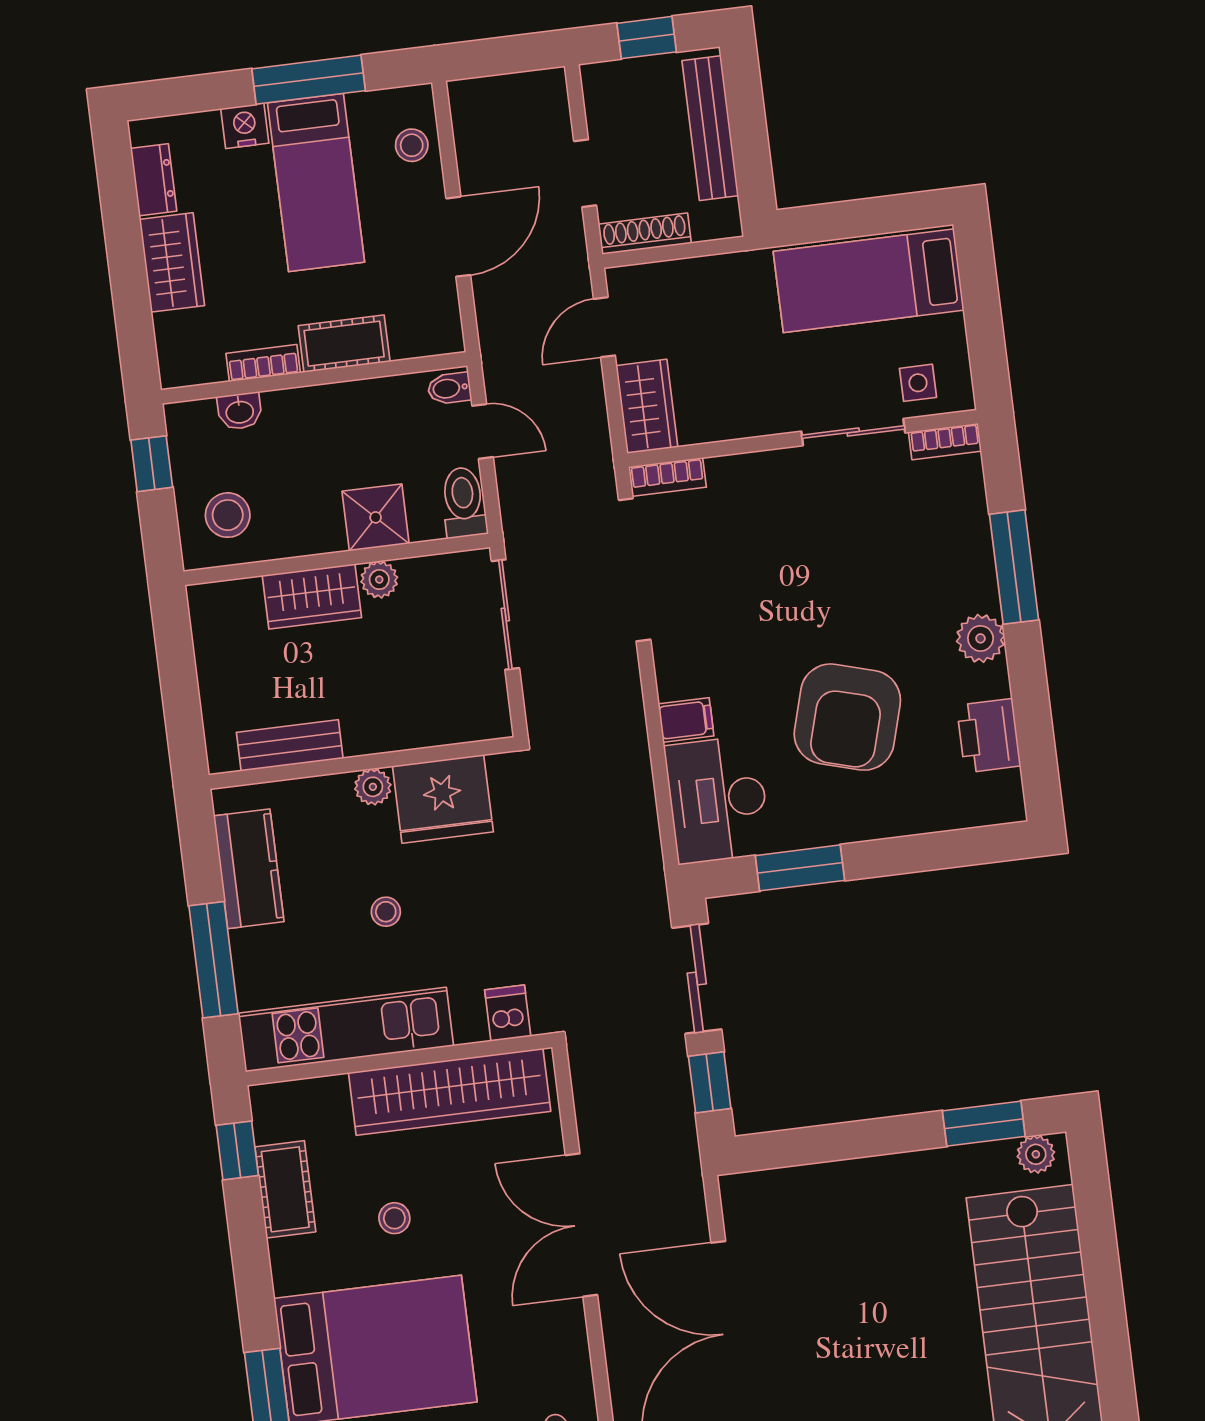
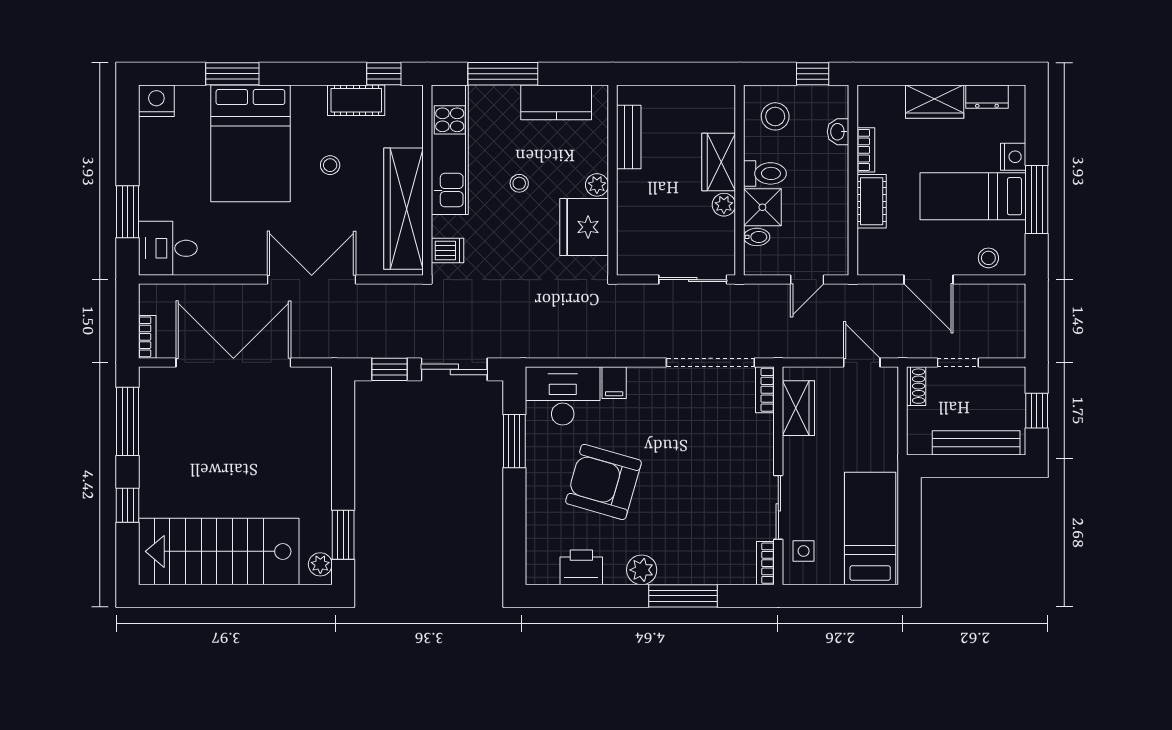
shoe rack: (645, 234) -> (916, 386), width x0.70
bidet: (449, 388) -> (757, 237), moved, turned 90
wardrobe: (647, 406) -> (798, 408), moved, turned -90
toilet: (464, 502) -> (765, 173), moved

